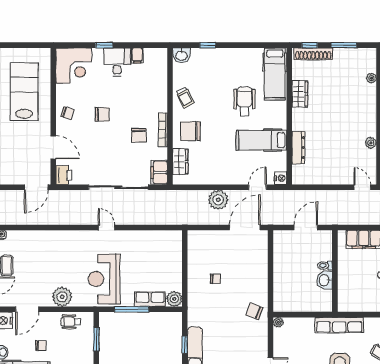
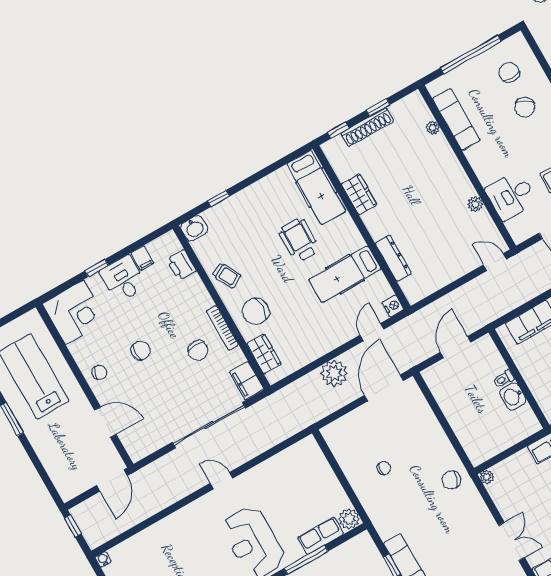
window: (344, 45) -> (378, 107), width x0.67
shoe rack: (313, 54) -> (367, 127), moved
printer: (64, 175) -> (181, 265), moved, turned 180

